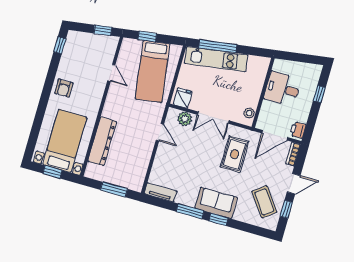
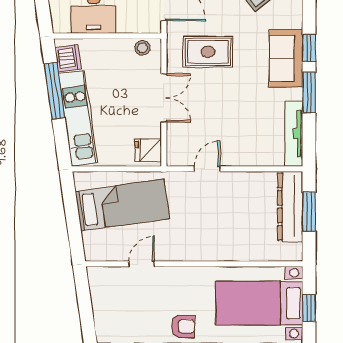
window: (103, 30) -> (83, 294), removed
window: (147, 36) -> (74, 227), removed
window: (218, 46) -> (54, 91), moved
dishwasher: (256, 64) -> (68, 58), added
plant: (185, 119) -> (177, 139), removed
dresser: (102, 141) -> (290, 207), moved, turned -90
tv unit: (161, 192) -> (294, 134), width x1.41

